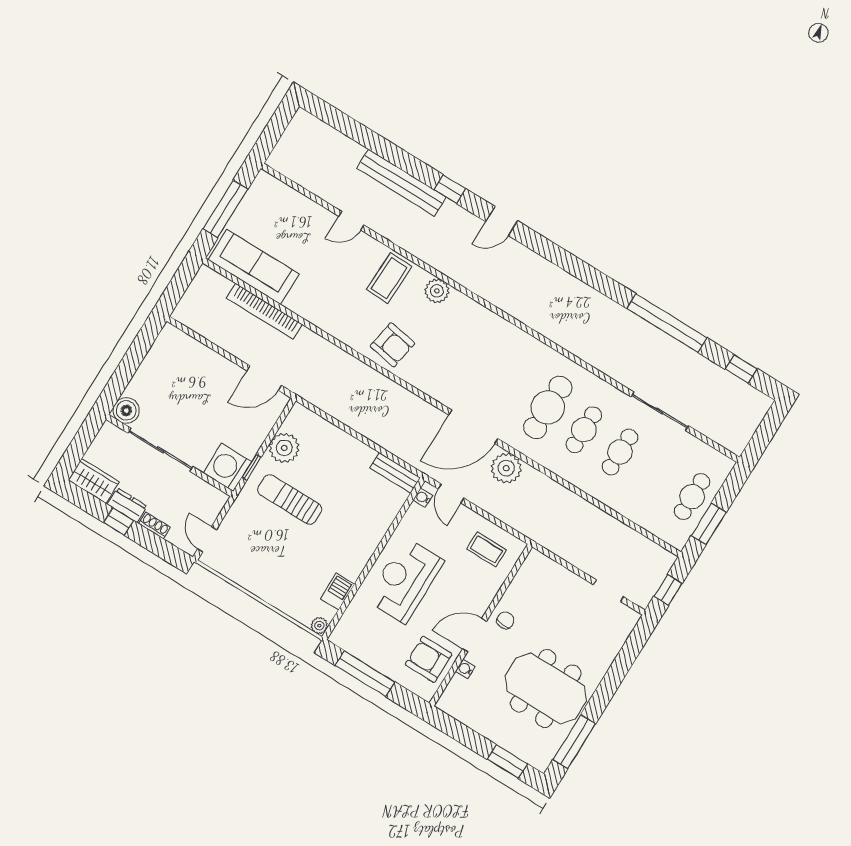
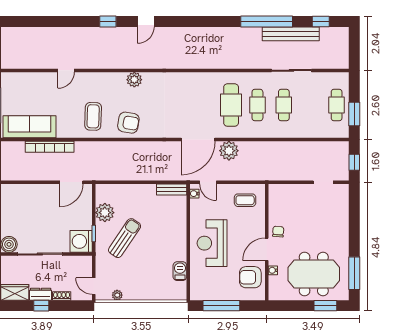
bench: (402, 183) -> (291, 34), moved
coffee table: (389, 278) -> (93, 116), moved
sun lounger: (290, 499) -> (125, 238), turned 124
plant: (319, 626) -> (117, 295), moved
meeting table: (546, 688) -> (314, 274), moved

